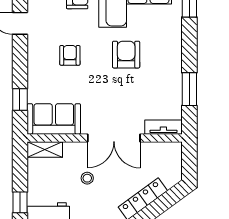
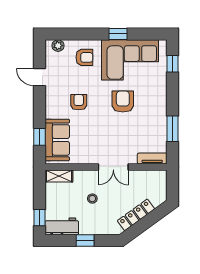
sofa: (54, 119) -> (57, 140), moved, turned 90
double door: (114, 138) -> (113, 167), width x0.73

